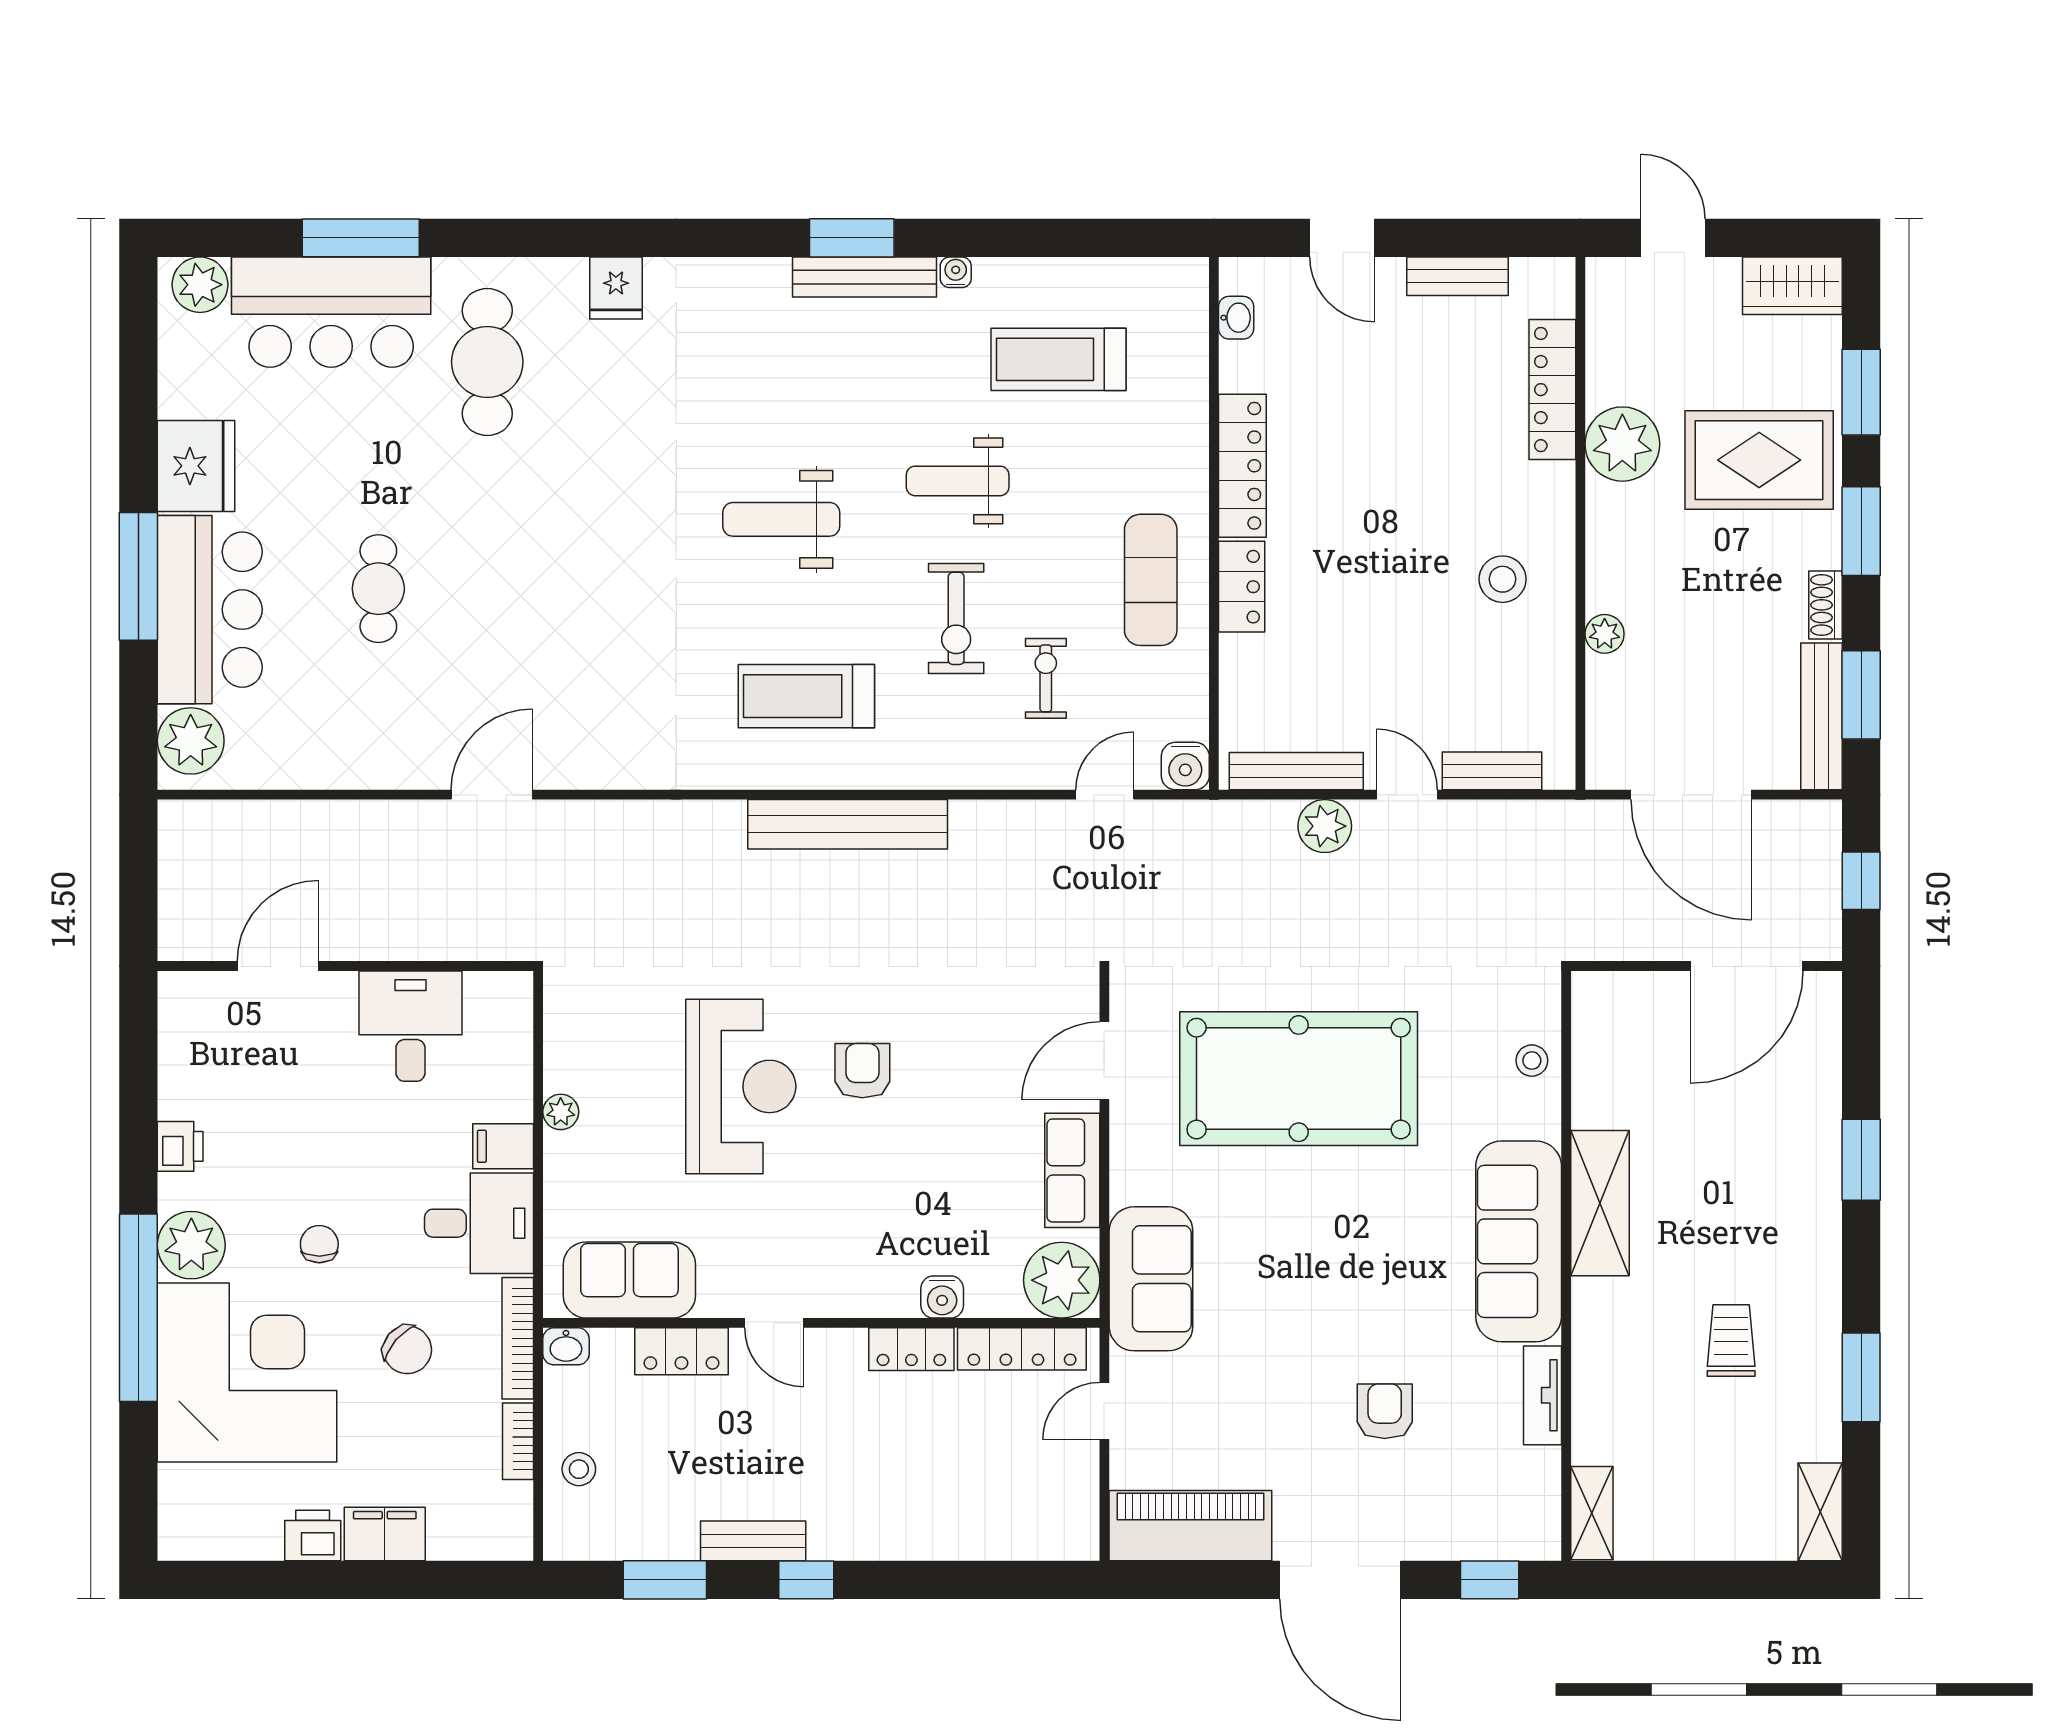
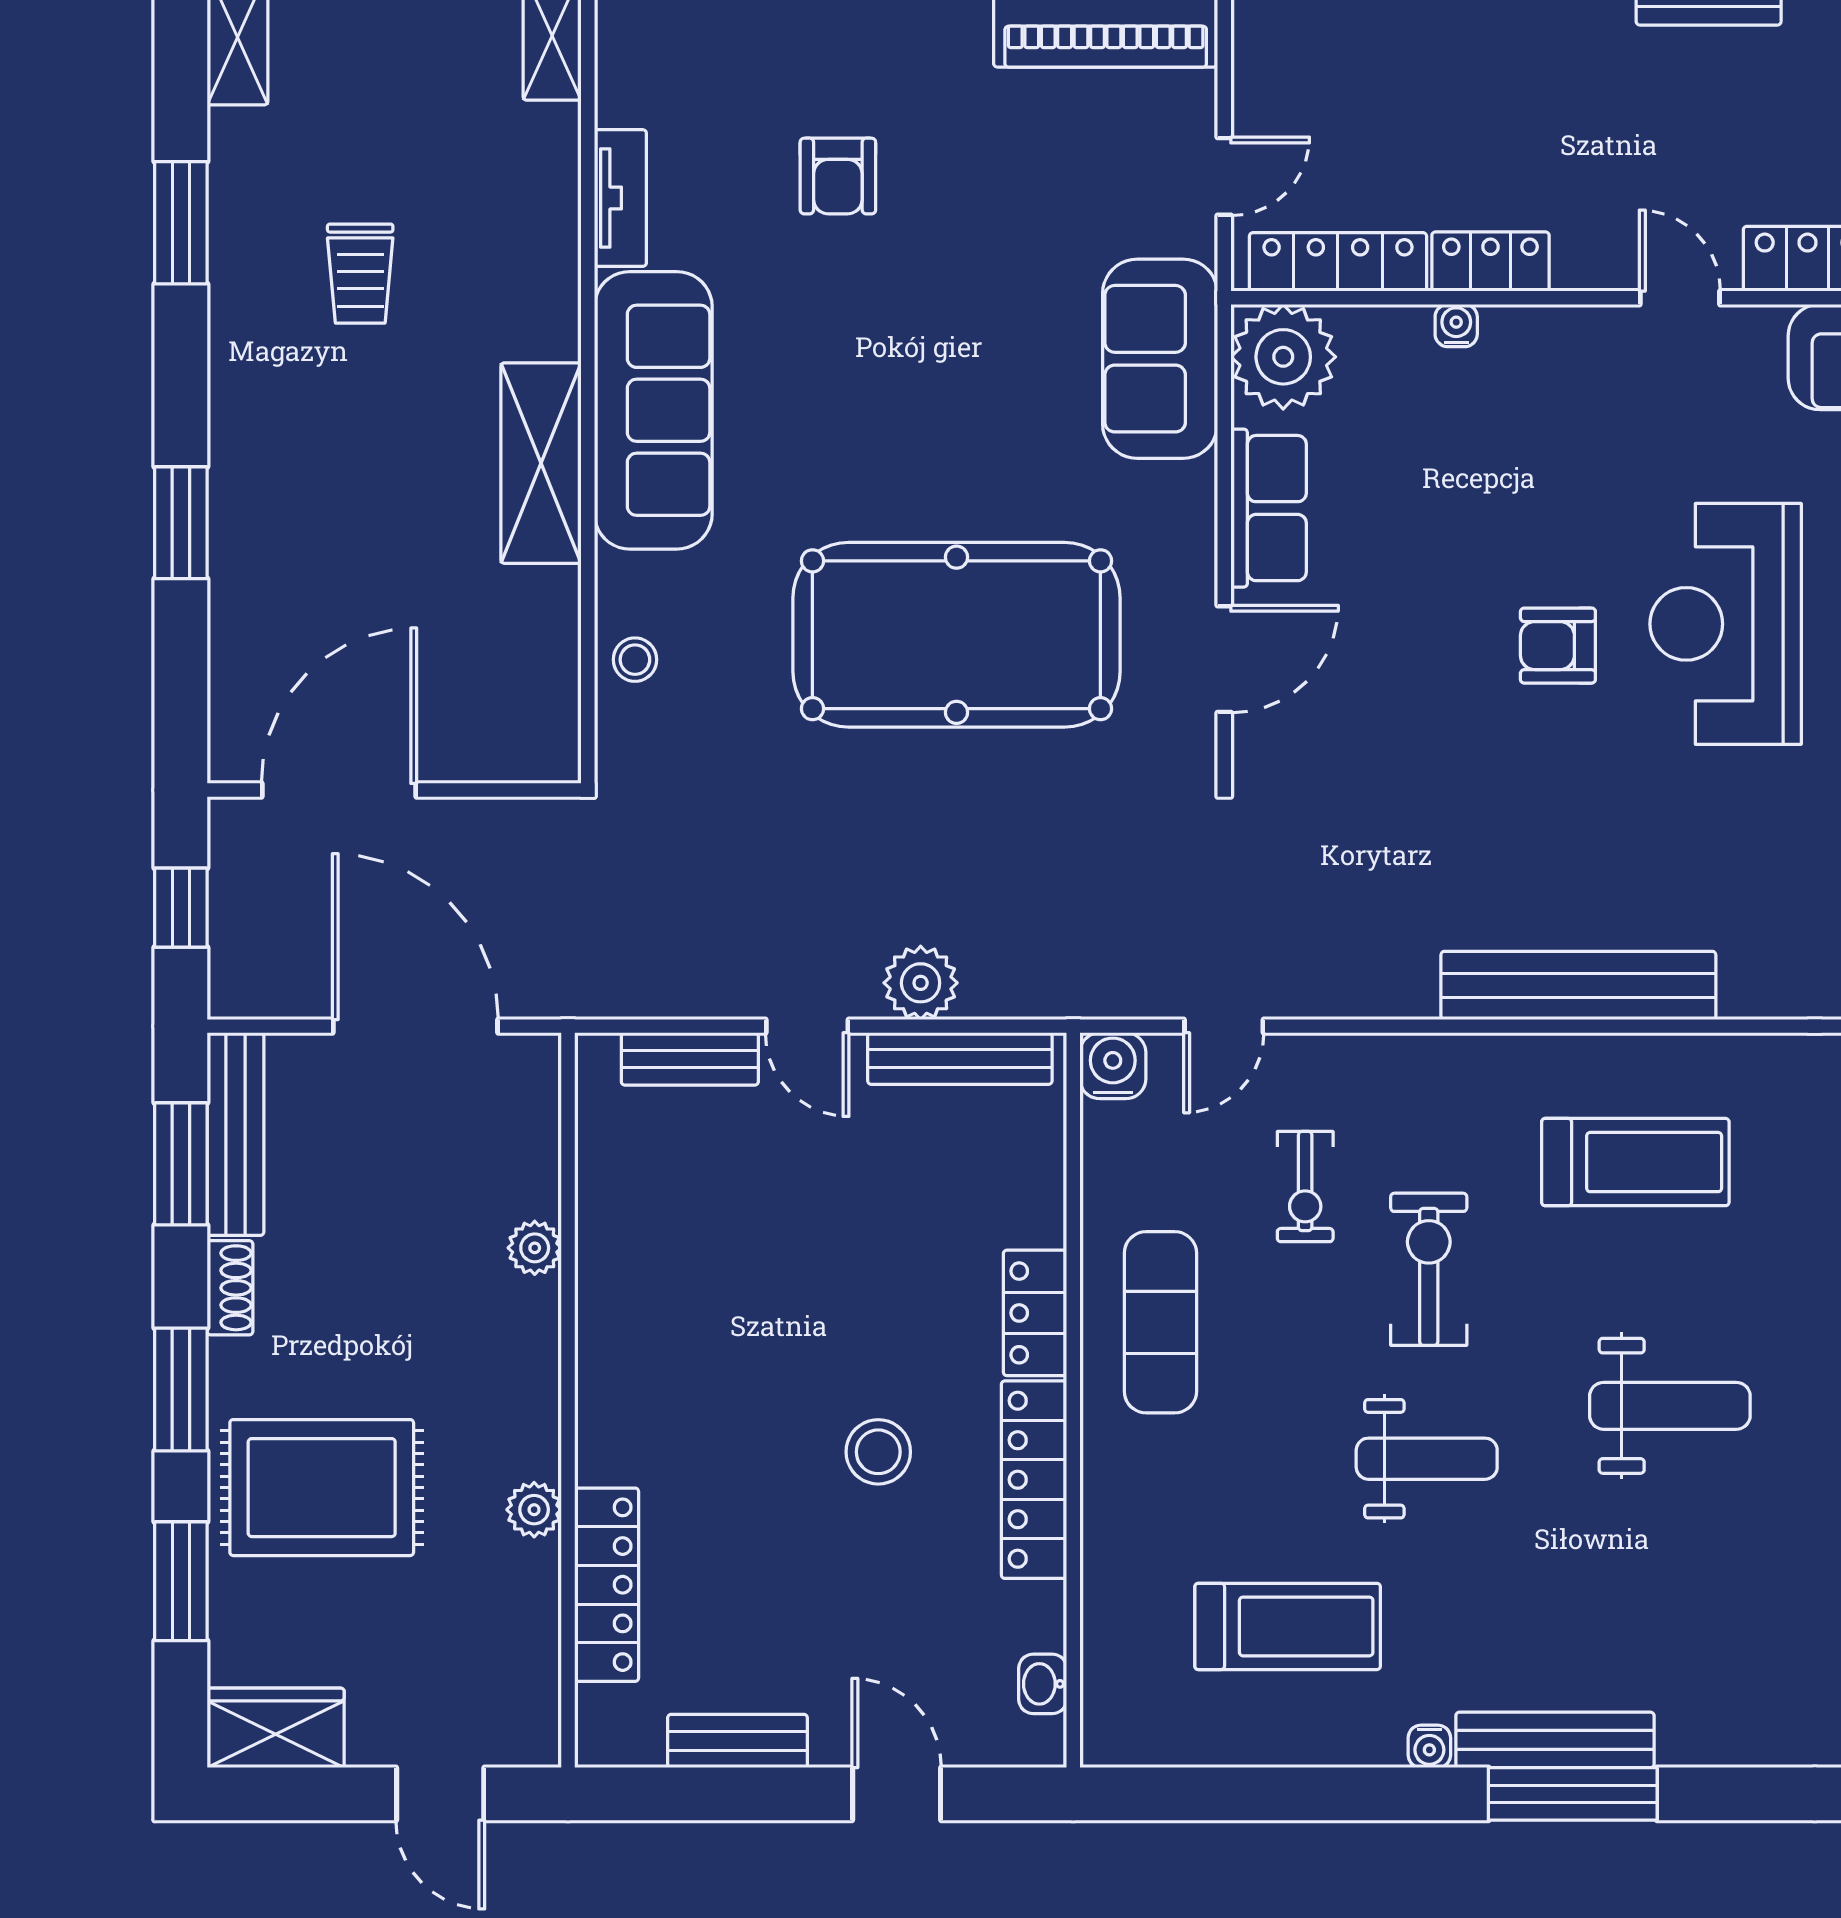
window: (852, 238) -> (1573, 1794), width x1.44
plant: (1622, 444) -> (534, 1510), width x0.53, depth x0.53
stool: (1503, 579) -> (878, 1452), moved
armchair: (862, 1071) -> (1558, 646), turned 90
water cooler: (942, 1297) -> (1456, 326), width x0.72, depth x0.72

